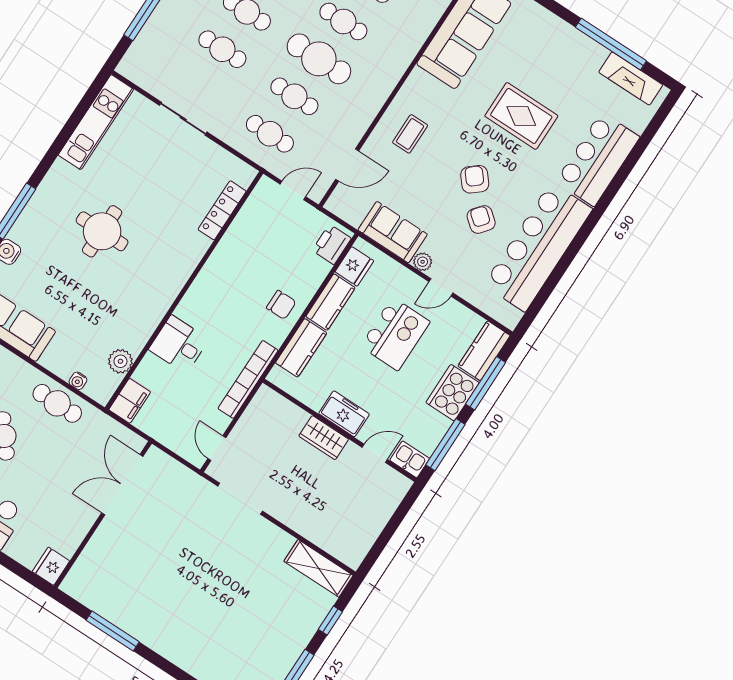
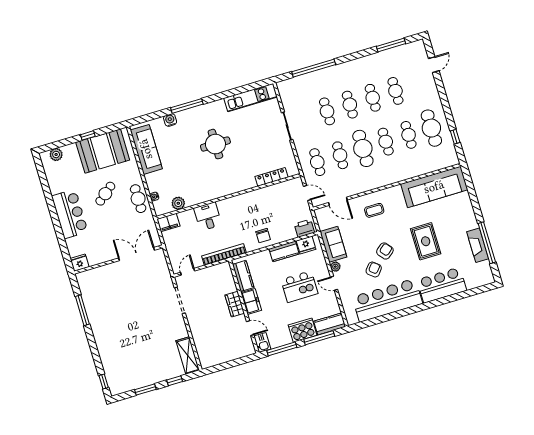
fireplace: (631, 79) -> (478, 245), moved
kitchen counter: (301, 348) -> (243, 276), moved, turned -90

